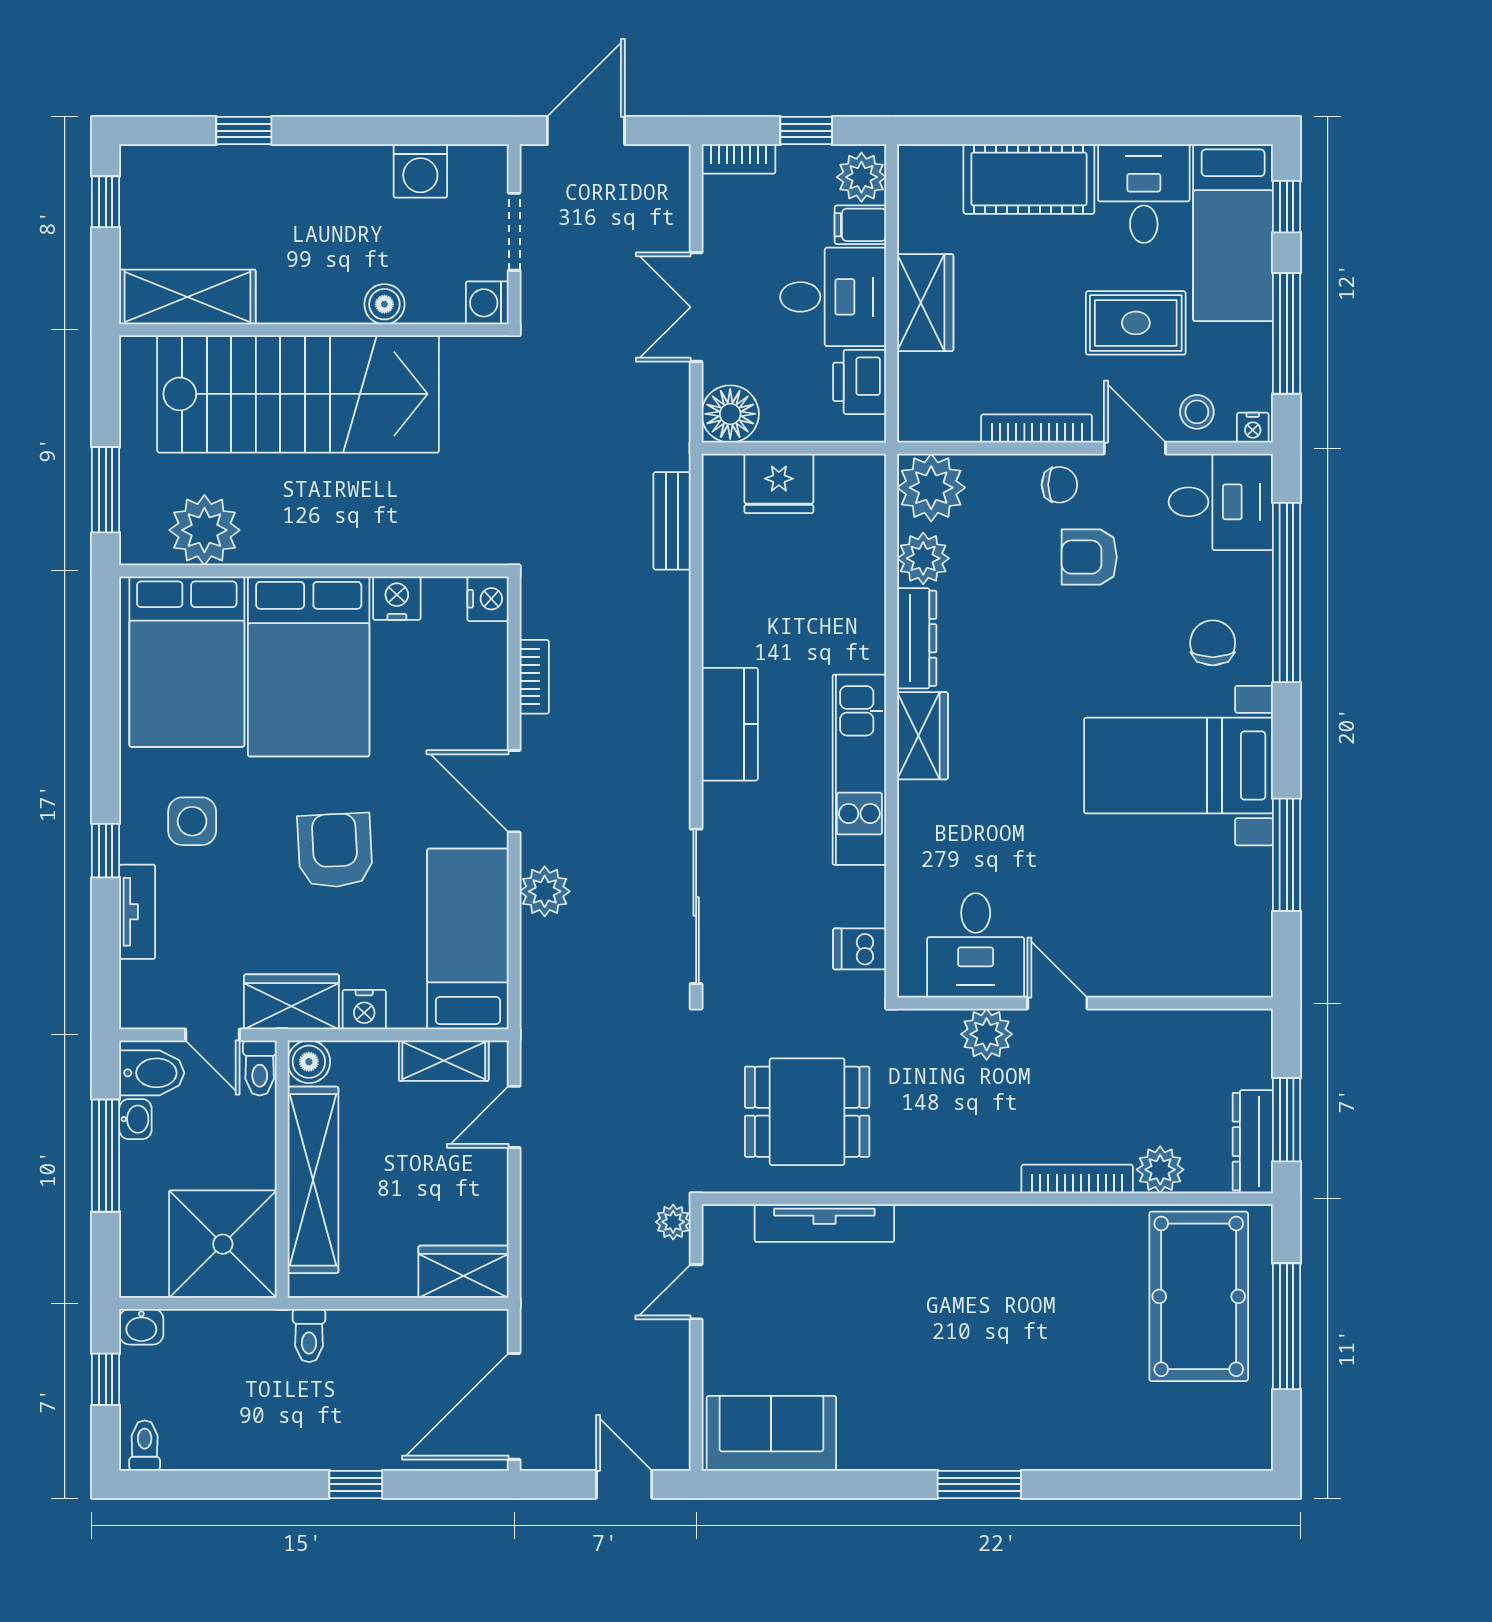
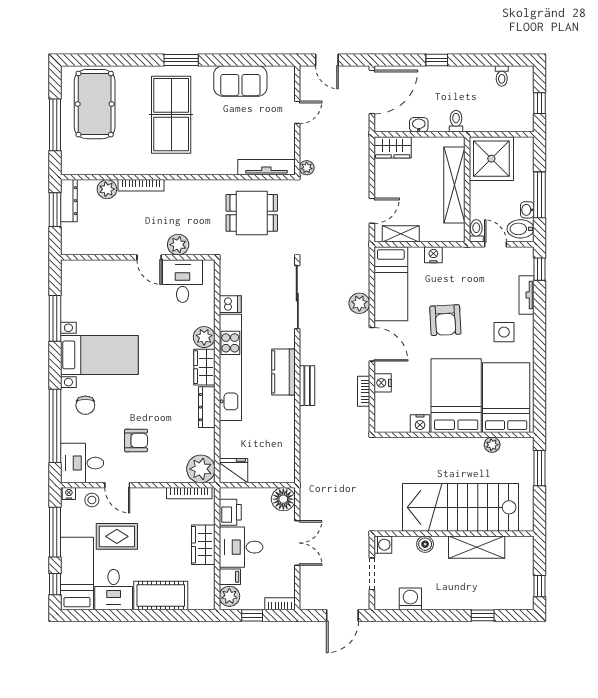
shelving: (187, 297) -> (477, 547), moved
bookcase: (1037, 428) -> (189, 493), moved
fridge: (779, 483) -> (233, 471), moved
chair: (1059, 485) -> (148, 470), removed
bench: (672, 521) -> (307, 386), moved
plant: (204, 530) -> (492, 445), width x0.53, depth x0.53
plant: (923, 558) -> (204, 337), moved
nightstand: (488, 599) -> (383, 383), moved
kitchen unit: (859, 770) -> (230, 367), width x1.36
window: (106, 851) -> (539, 269), moved
dishwasher: (860, 949) -> (230, 304), moved
wardrobe: (291, 1002) -> (463, 258), removed
boiler: (309, 1062) -> (456, 233), removed
tv unit: (824, 1223) -> (266, 167), moved
door: (696, 1292) -> (297, 112), moved
pool table: (1199, 1296) -> (95, 104), moved
washbasin: (141, 1327) -> (419, 125), moved
table tennis table: (1004, 1351) -> (171, 115), added
sofa: (771, 1433) -> (240, 81), moved
toilet: (145, 1446) -> (502, 76), moved

